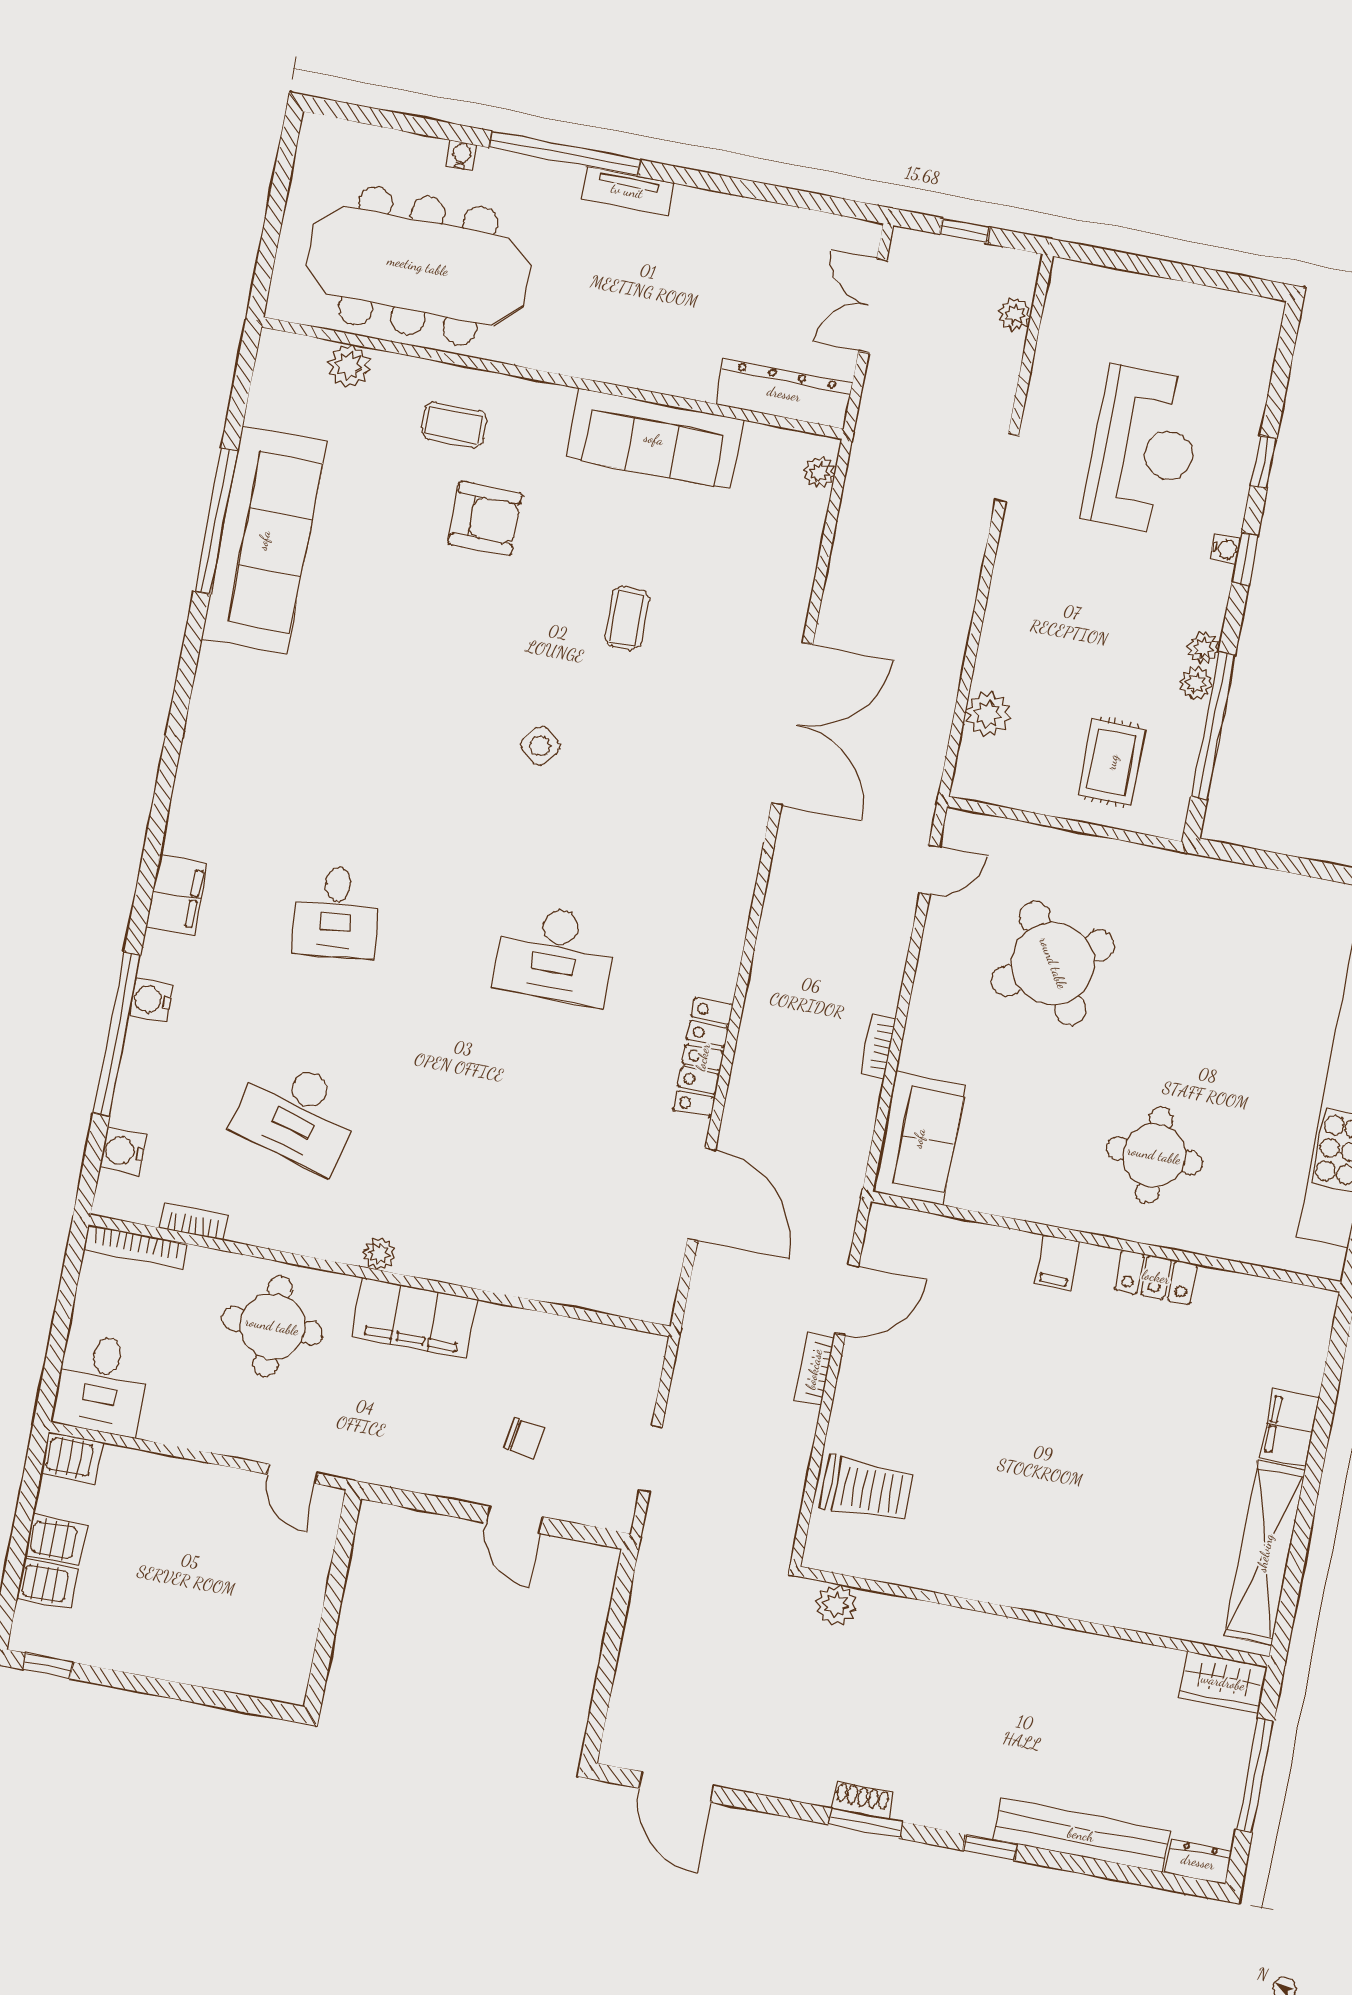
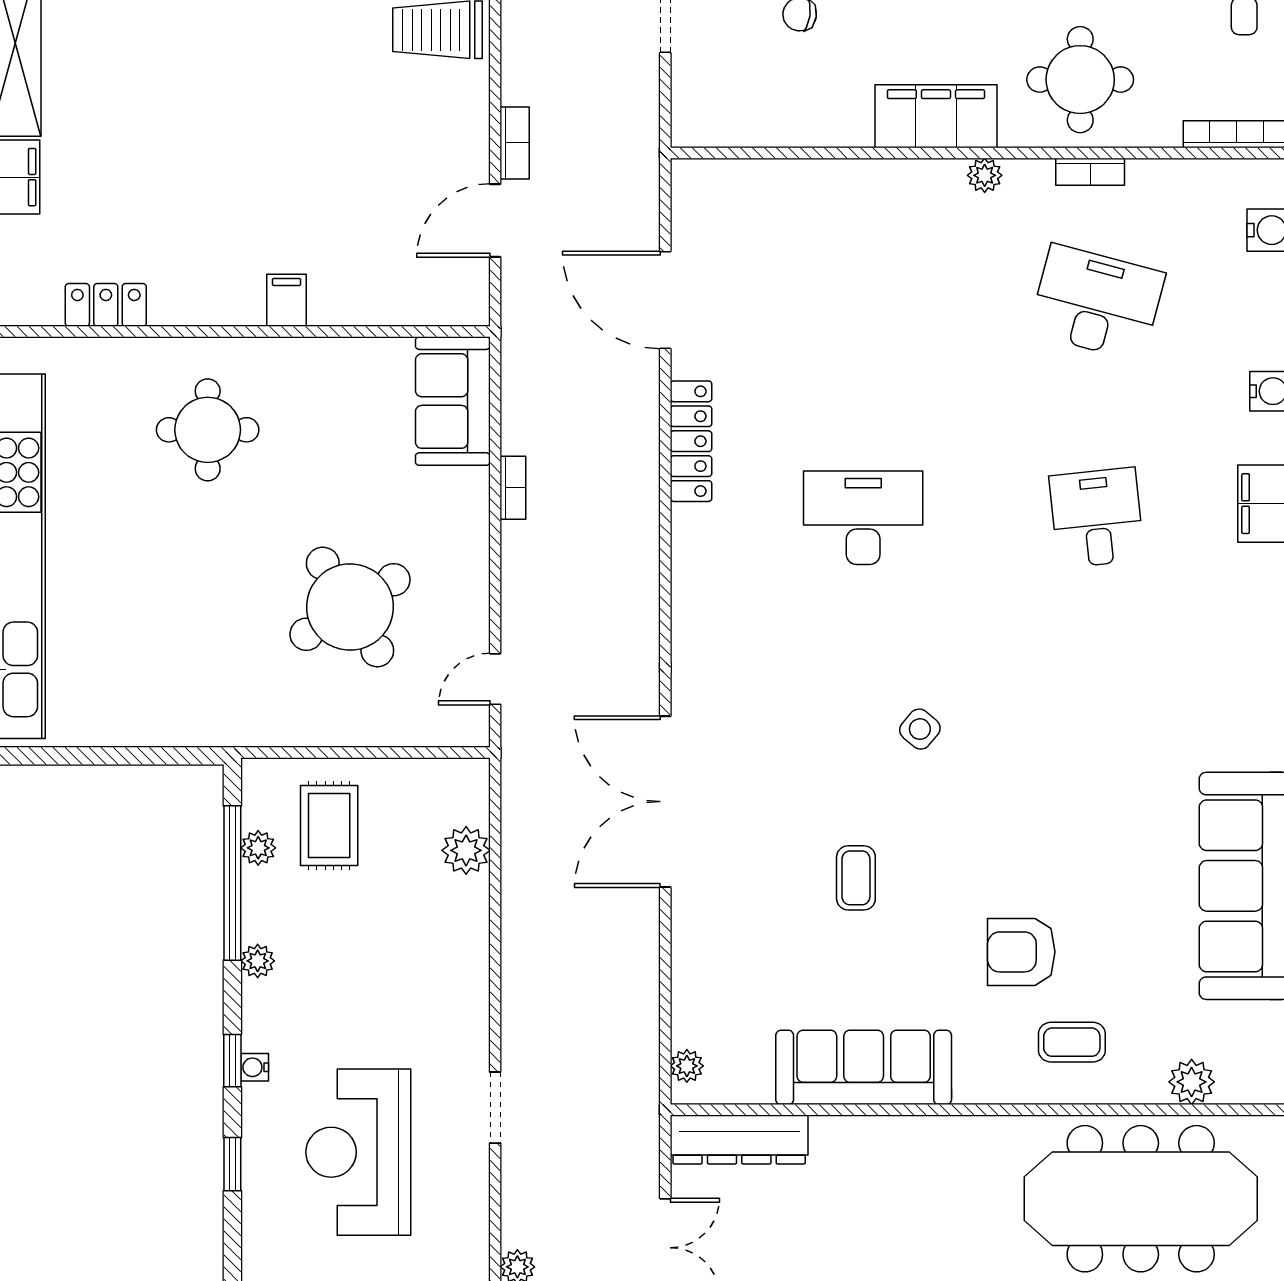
plant: (1196, 683) -> (258, 848), moved
bookcase: (193, 1221) -> (1090, 172), moved
locker: (1156, 1277) -> (106, 305), moved

